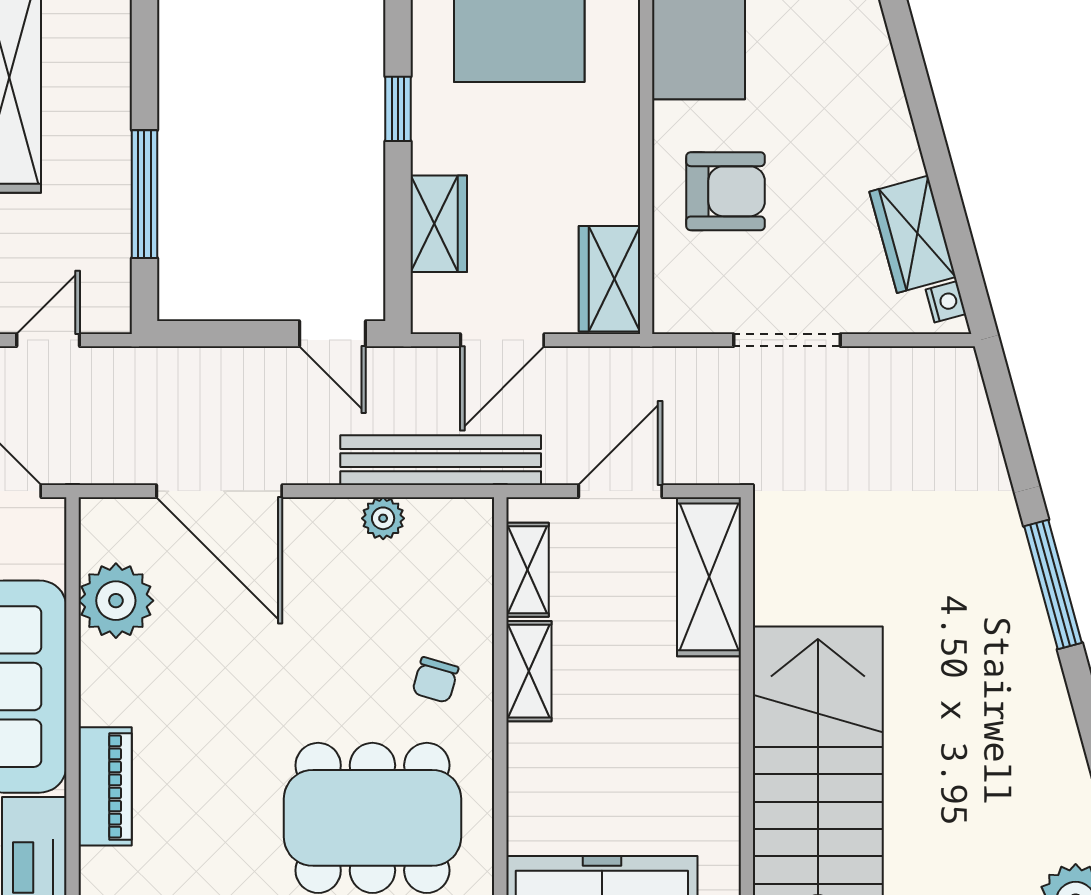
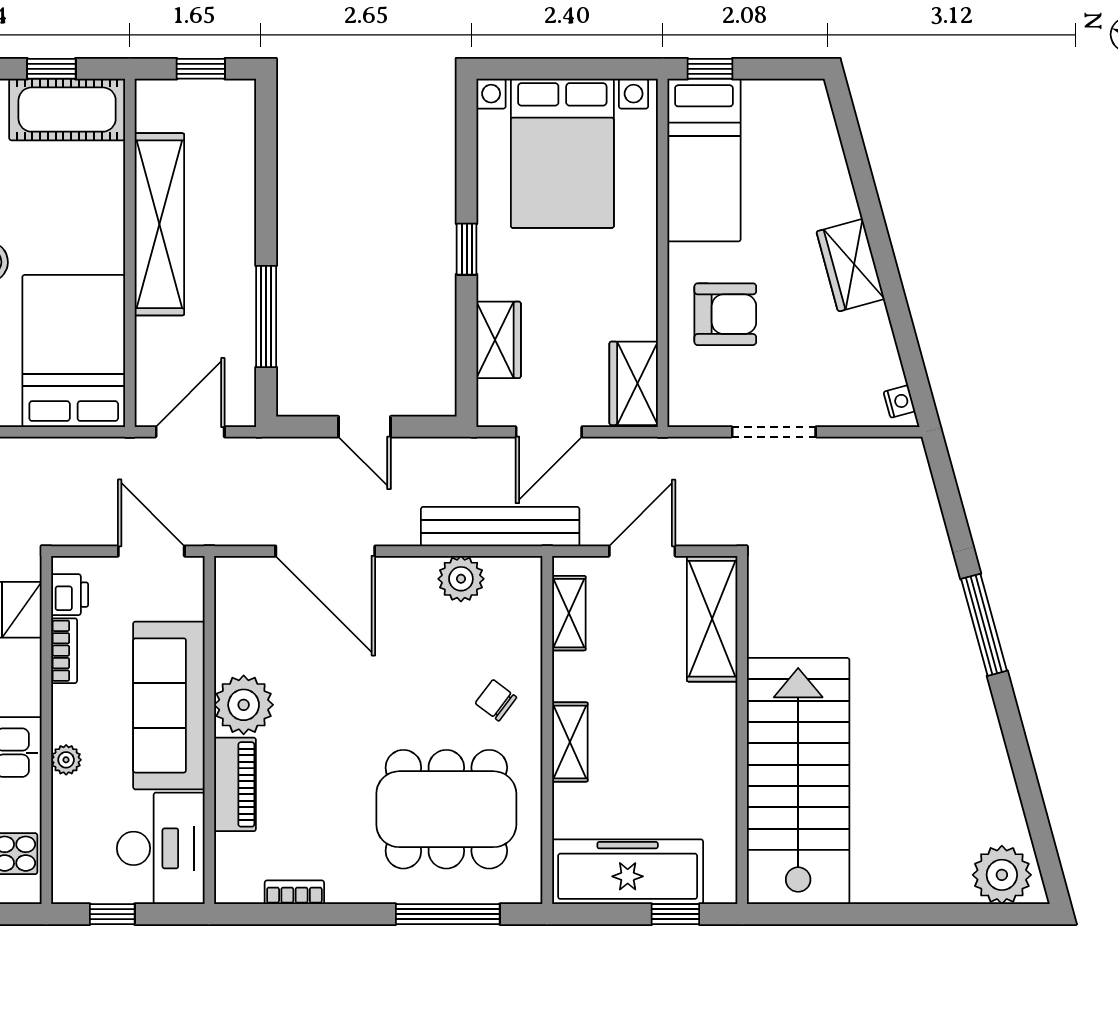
wardrobe: (913, 234) -> (850, 265), moved
door: (333, 334) -> (364, 427), moved
door: (48, 340) -> (190, 432), width x1.38
plant: (383, 518) -> (461, 579), width x1.38, depth x1.38
plant: (116, 601) -> (244, 705), moved
shelving: (529, 671) -> (570, 742), moved
chair: (435, 680) -> (496, 700), turned 111

